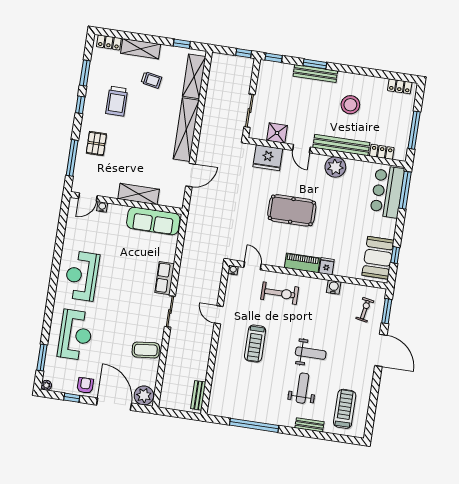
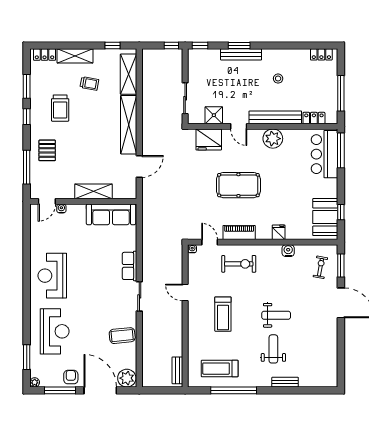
stool: (350, 105) -> (278, 79), width x0.53, depth x0.53
piano: (302, 263) -> (239, 232), moved
window: (72, 398) -> (60, 390), width x2.17
treadmill: (345, 409) -> (220, 369), moved, turned -90

